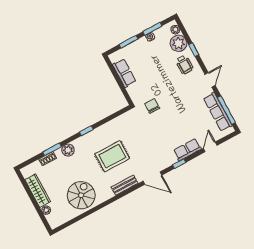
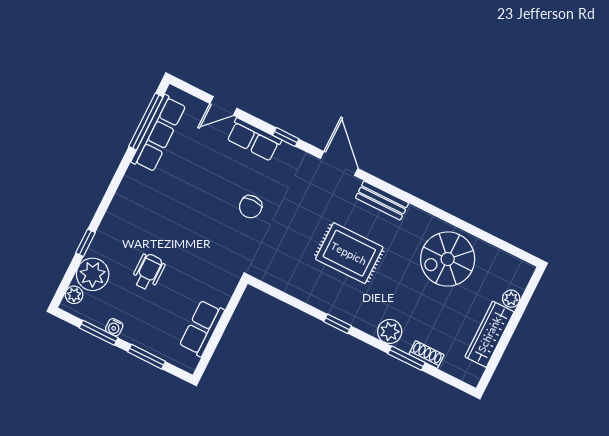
wheelchair: (184, 65) -> (148, 272), moved
door: (210, 80) -> (116, 182), removed
chair: (152, 106) -> (251, 207), moved

